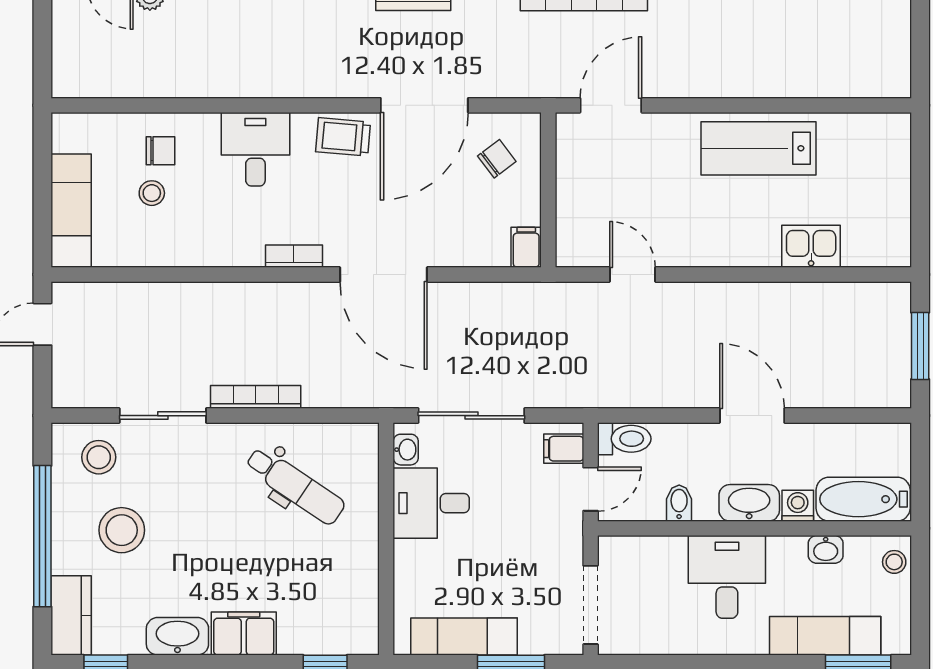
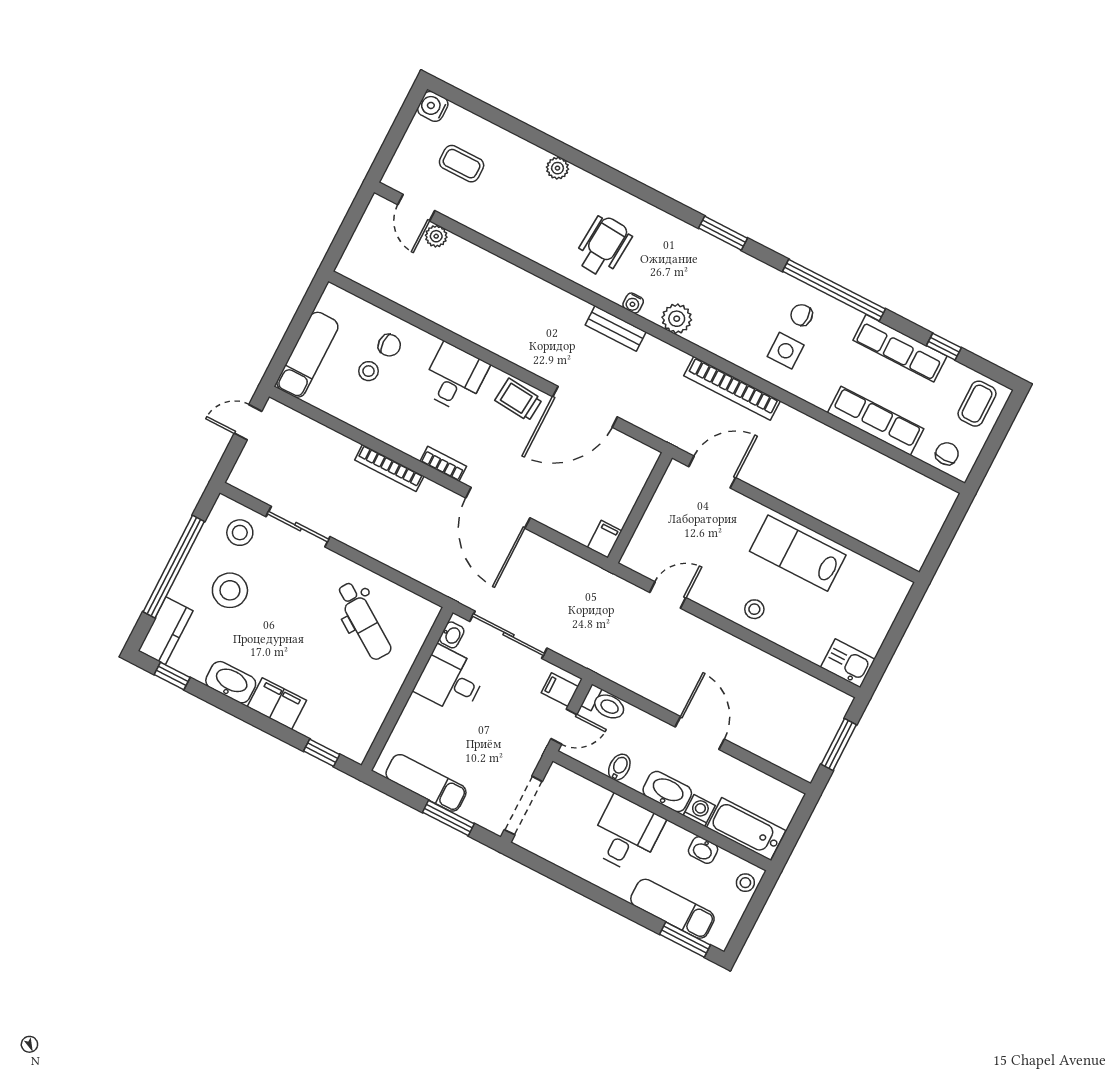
chair: (497, 159) -> (616, 469), removed
stool: (742, 239) -> (754, 609), added
kitchen sink: (811, 246) -> (848, 663), moved
door: (632, 275) -> (668, 595), hinge flipped
bookcase: (256, 397) -> (389, 468), moved, turned 180

